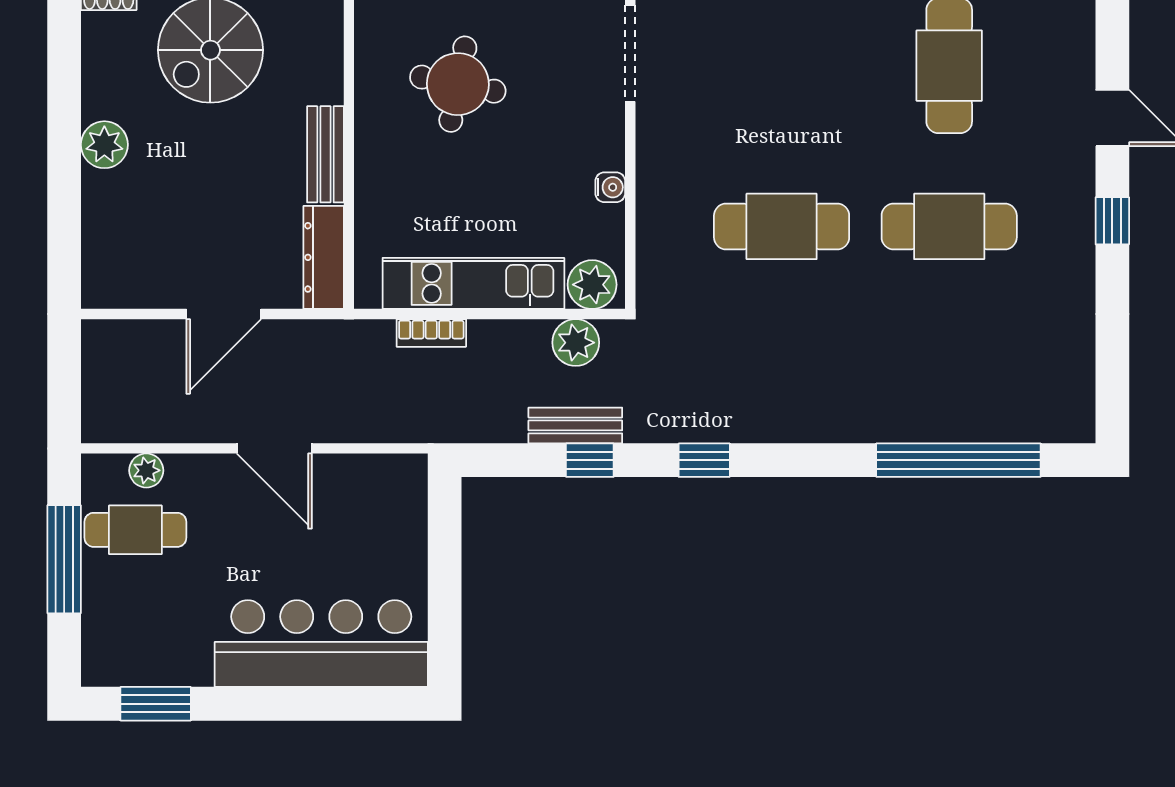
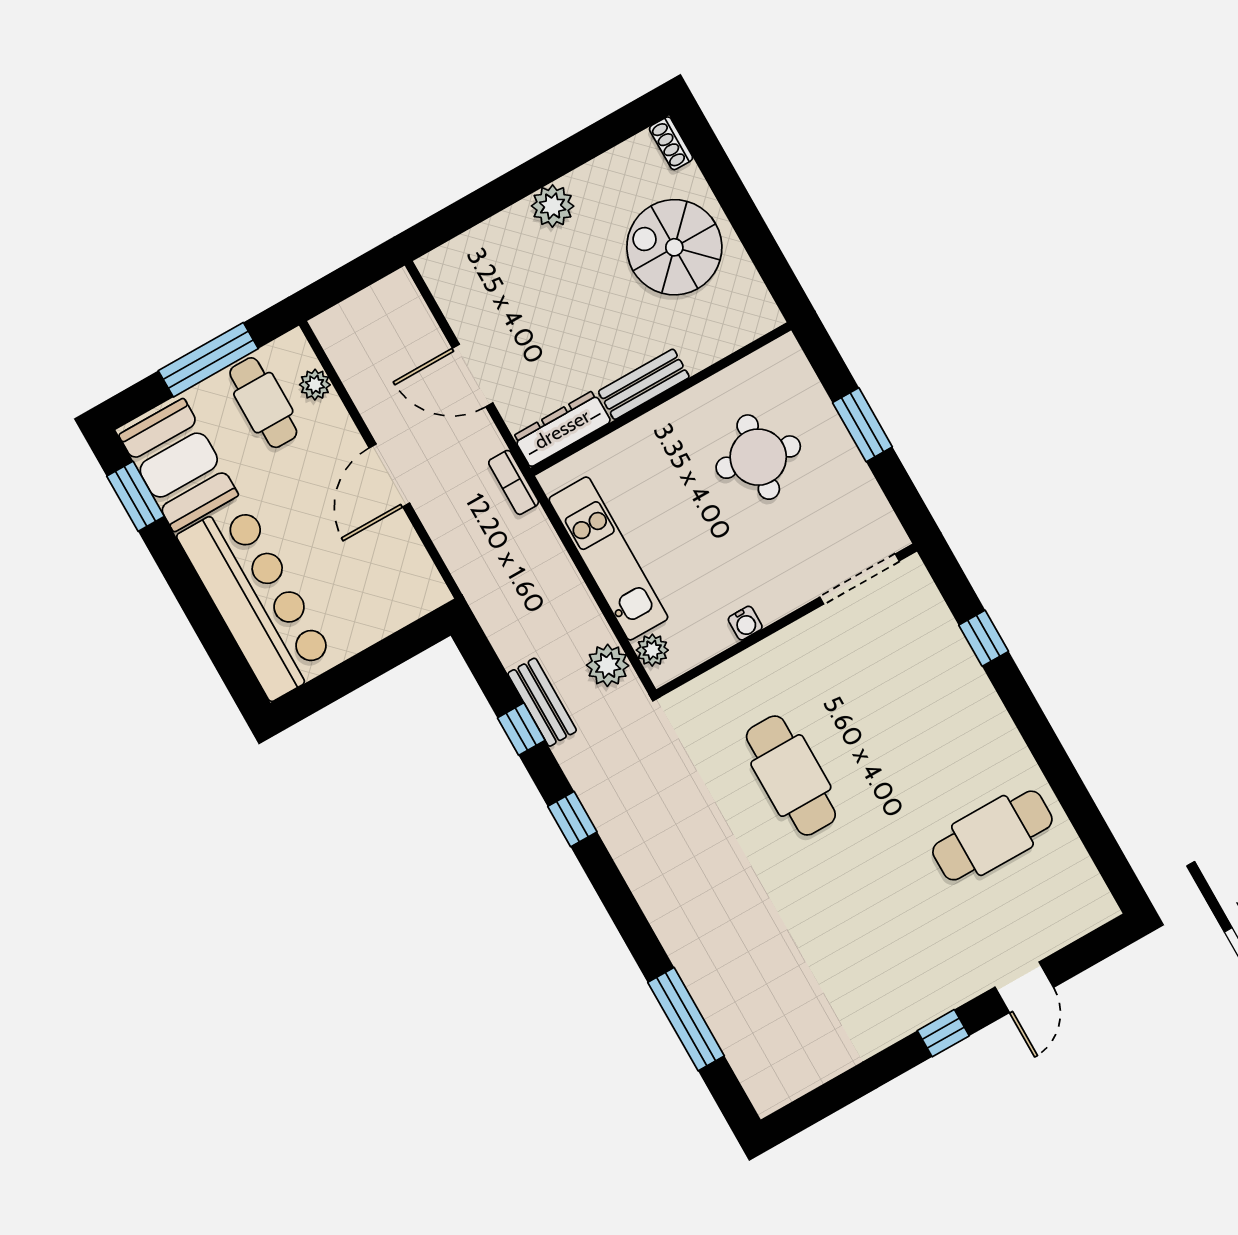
cafe table: (949, 226) -> (866, 907), removed
plant: (592, 285) -> (652, 650), width x0.73, depth x0.73
bookcase: (431, 333) -> (514, 482), moved
window: (958, 460) -> (686, 1019), width x0.68
booth: (149, 645) -> (179, 465), added

